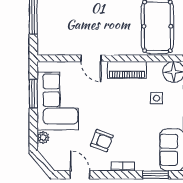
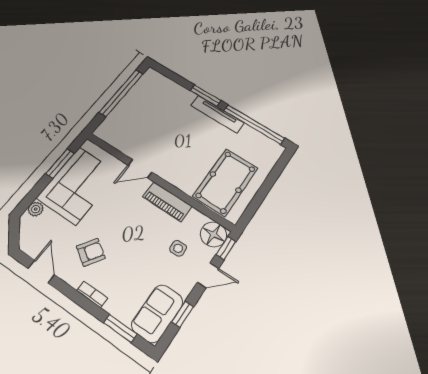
door: (91, 58) -> (140, 169), hinge flipped
armchair: (102, 141) -> (91, 252), turned -78

